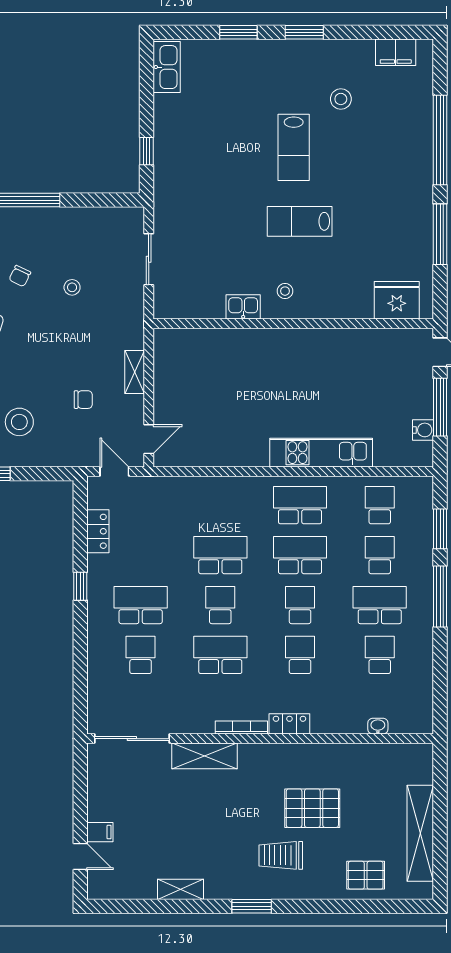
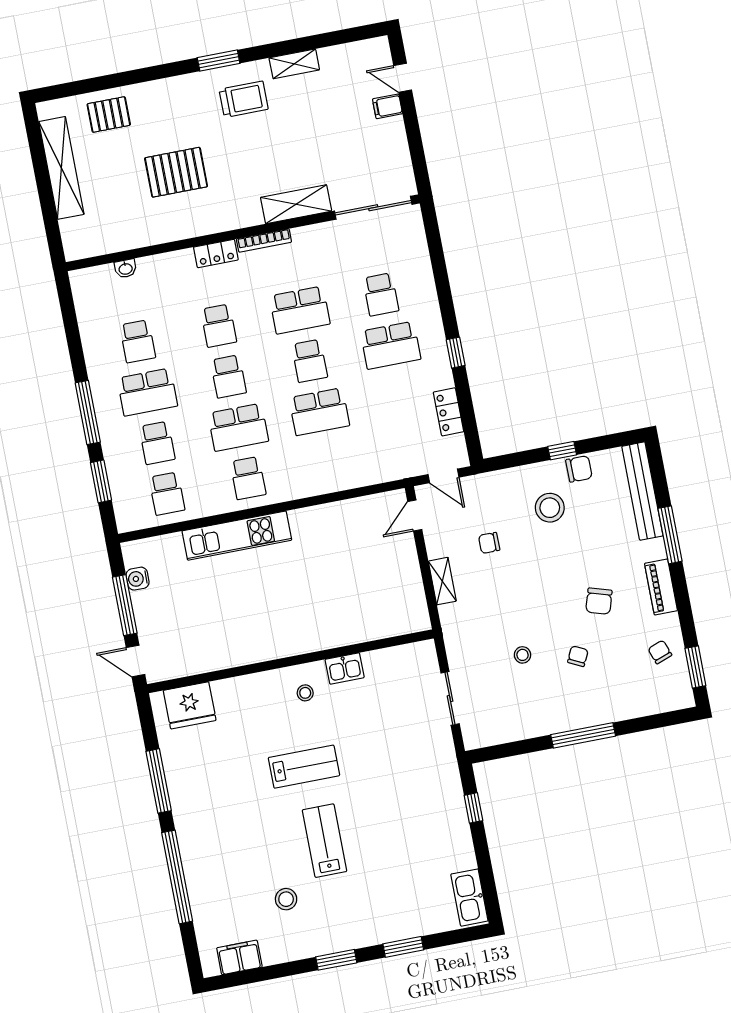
school desk: (300, 505) -> (248, 478), width x0.54
trolley: (281, 855) -> (244, 99), moved

